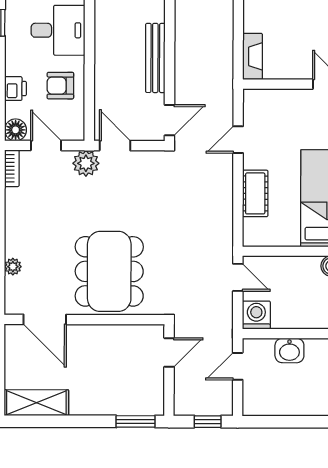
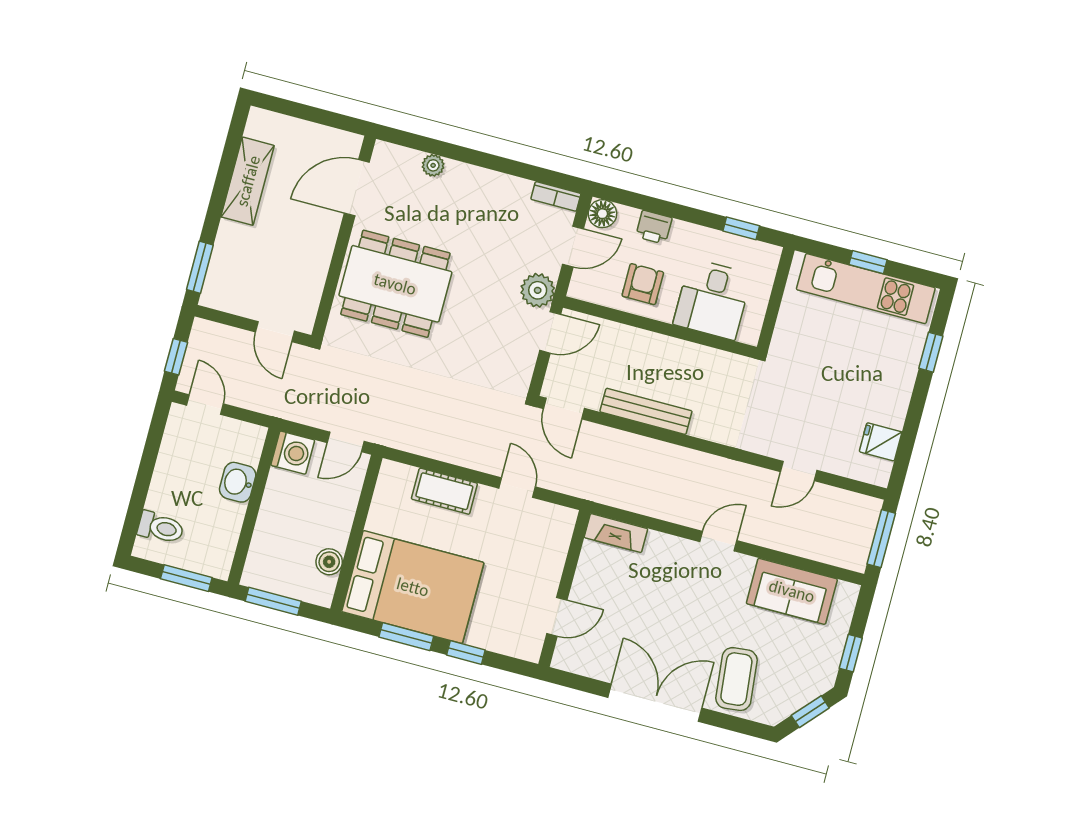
door: (238, 366) -> (205, 405), moved
shelving: (36, 403) -> (248, 181), moved

